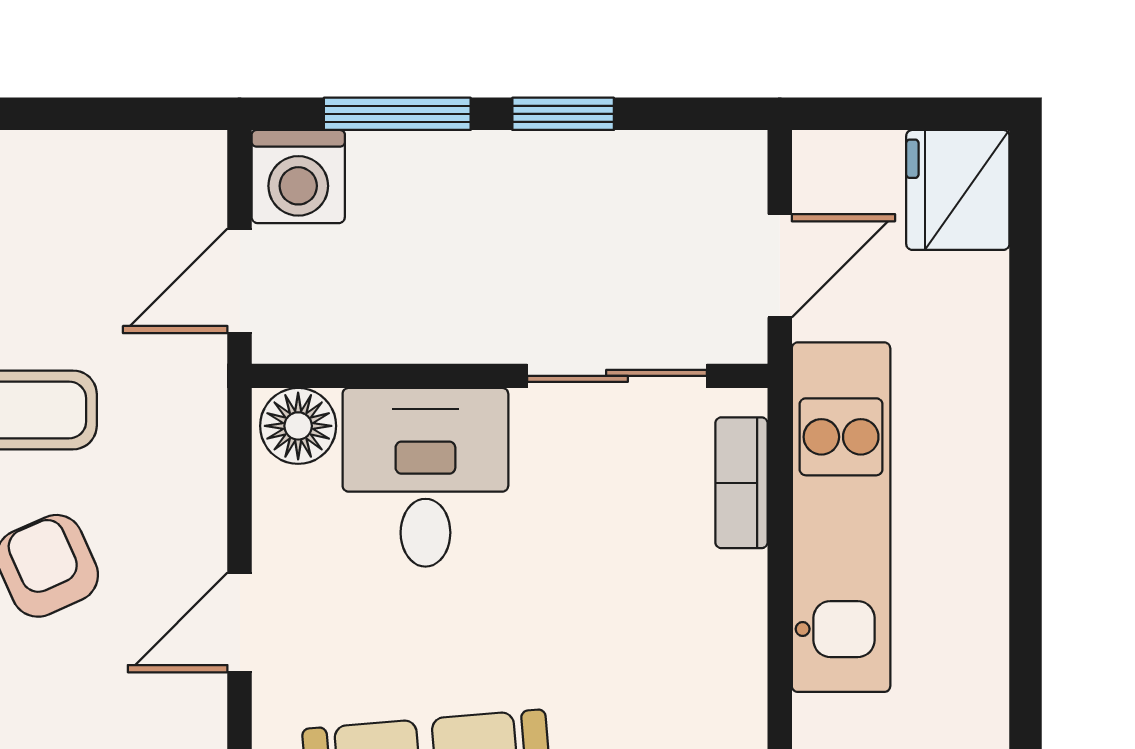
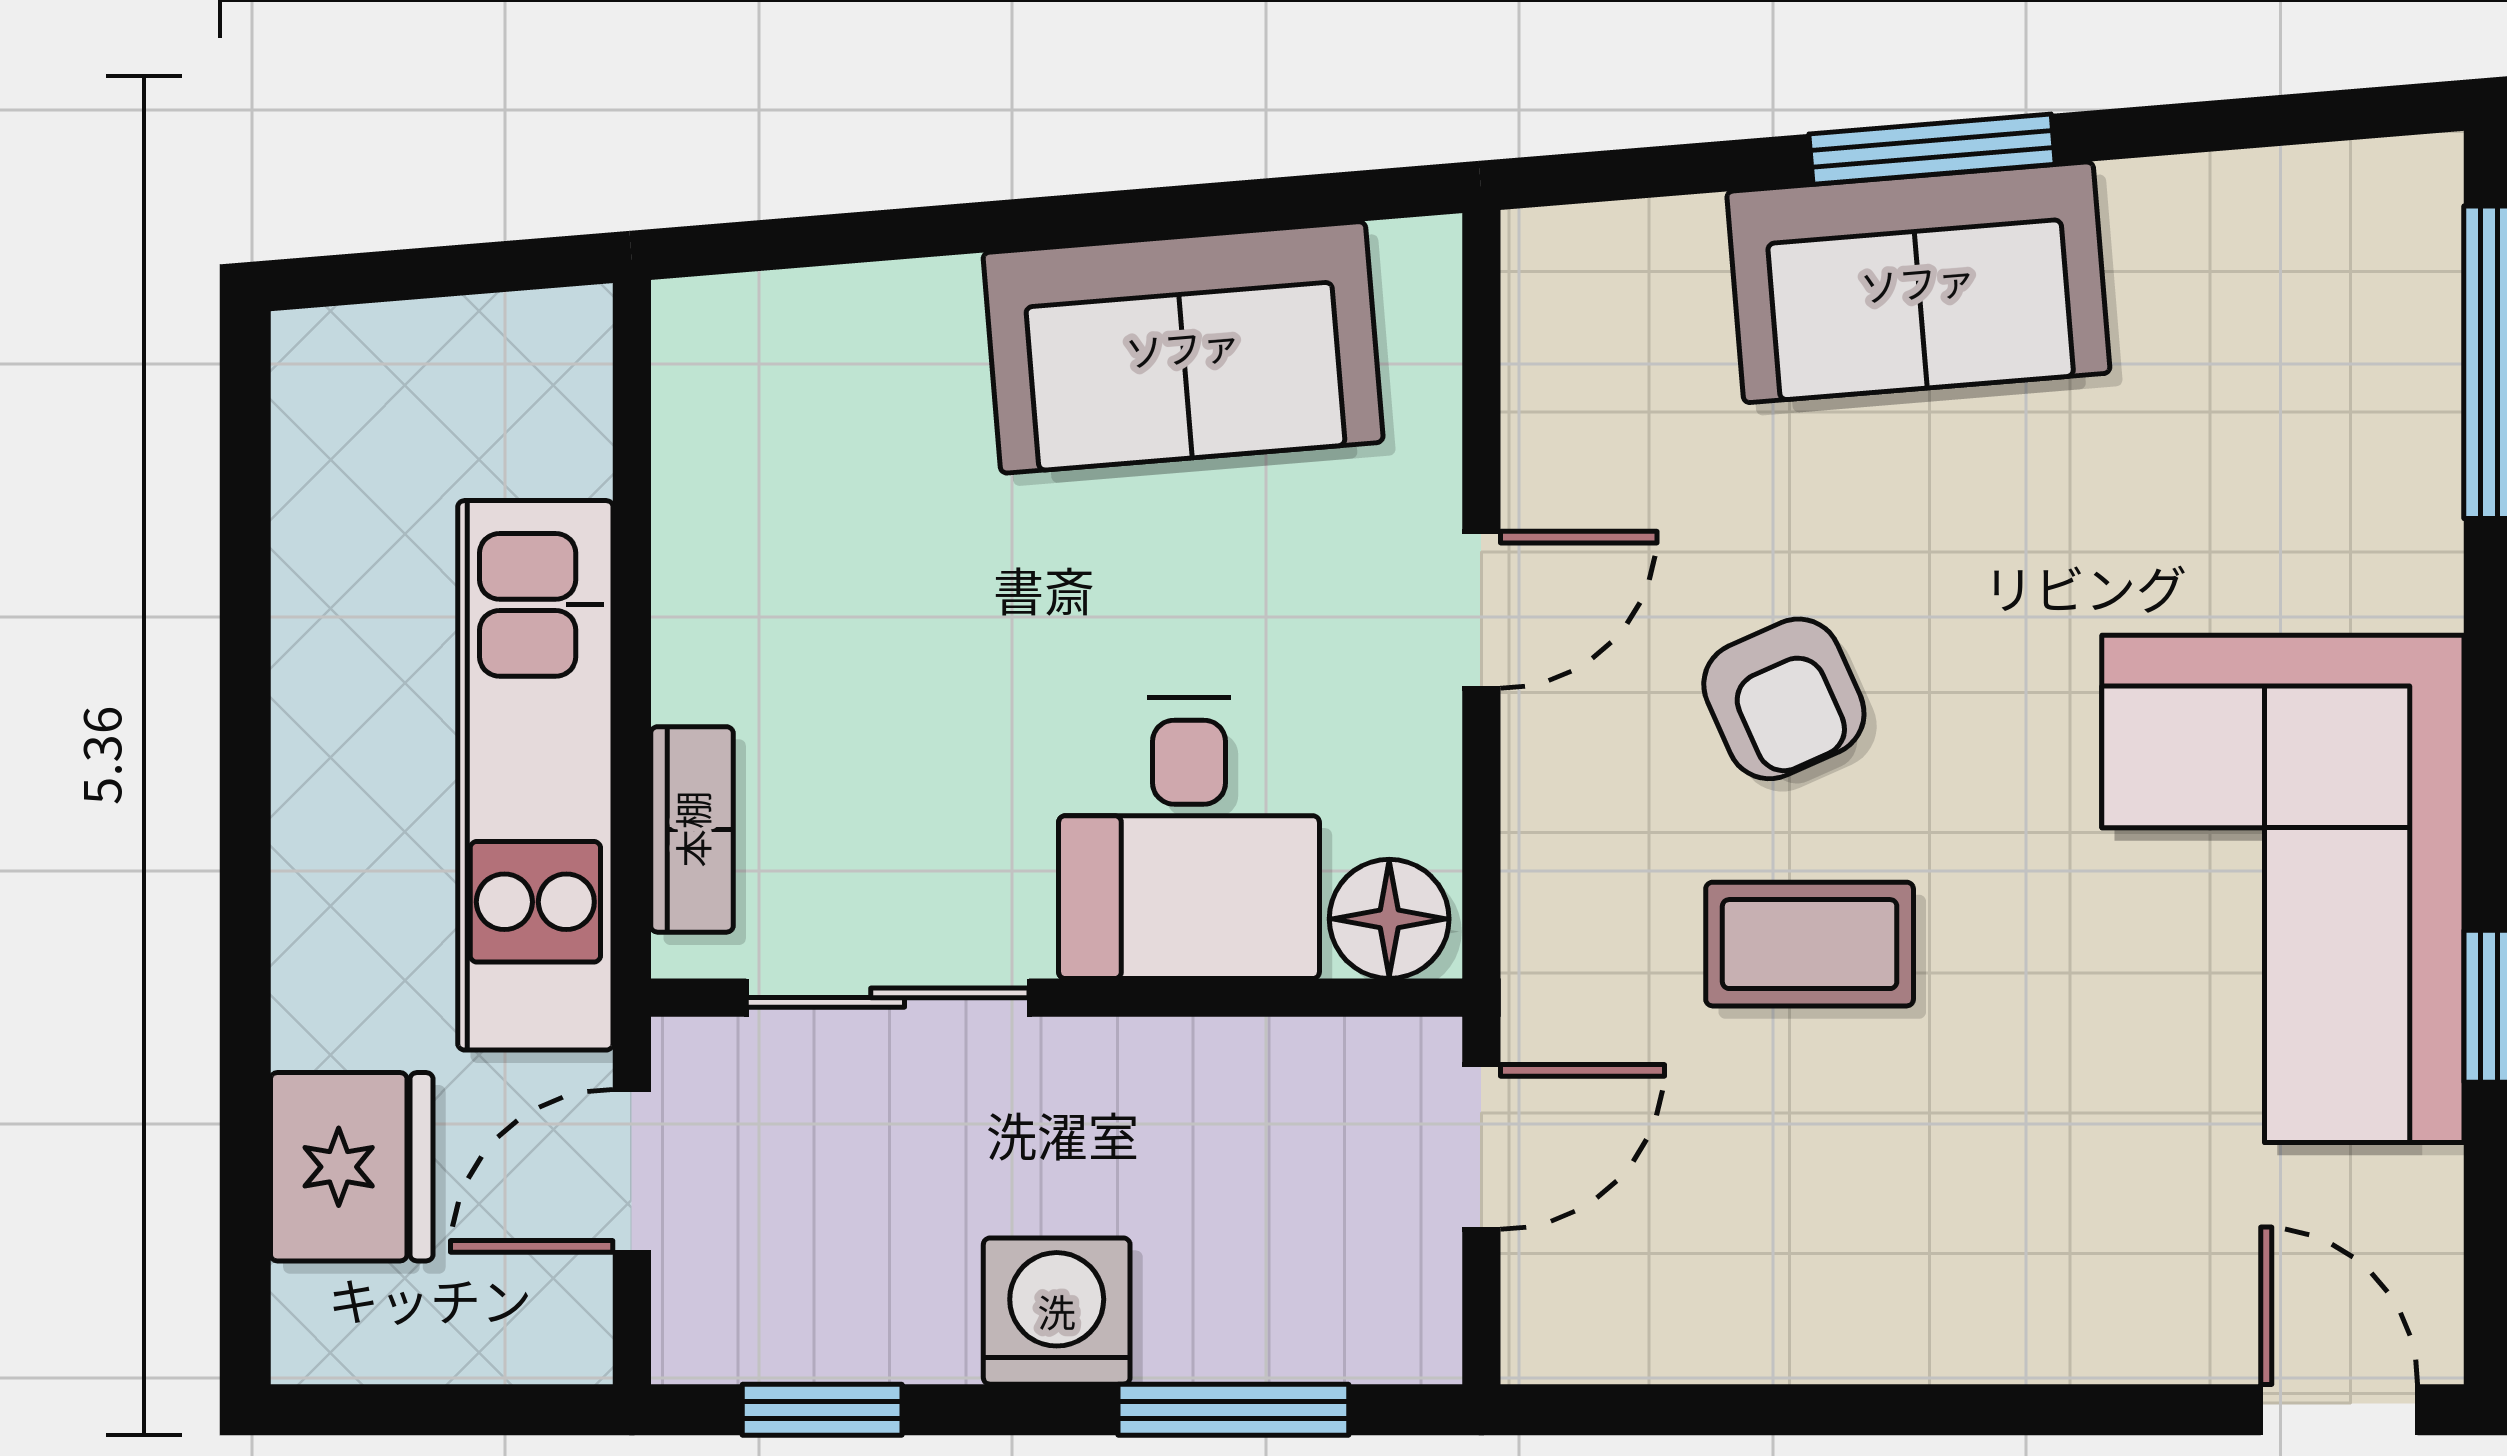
window: (563, 114) -> (822, 1410), moved
washing machine: (298, 177) -> (1057, 1311), moved
fridge: (958, 190) -> (352, 1167), moved

